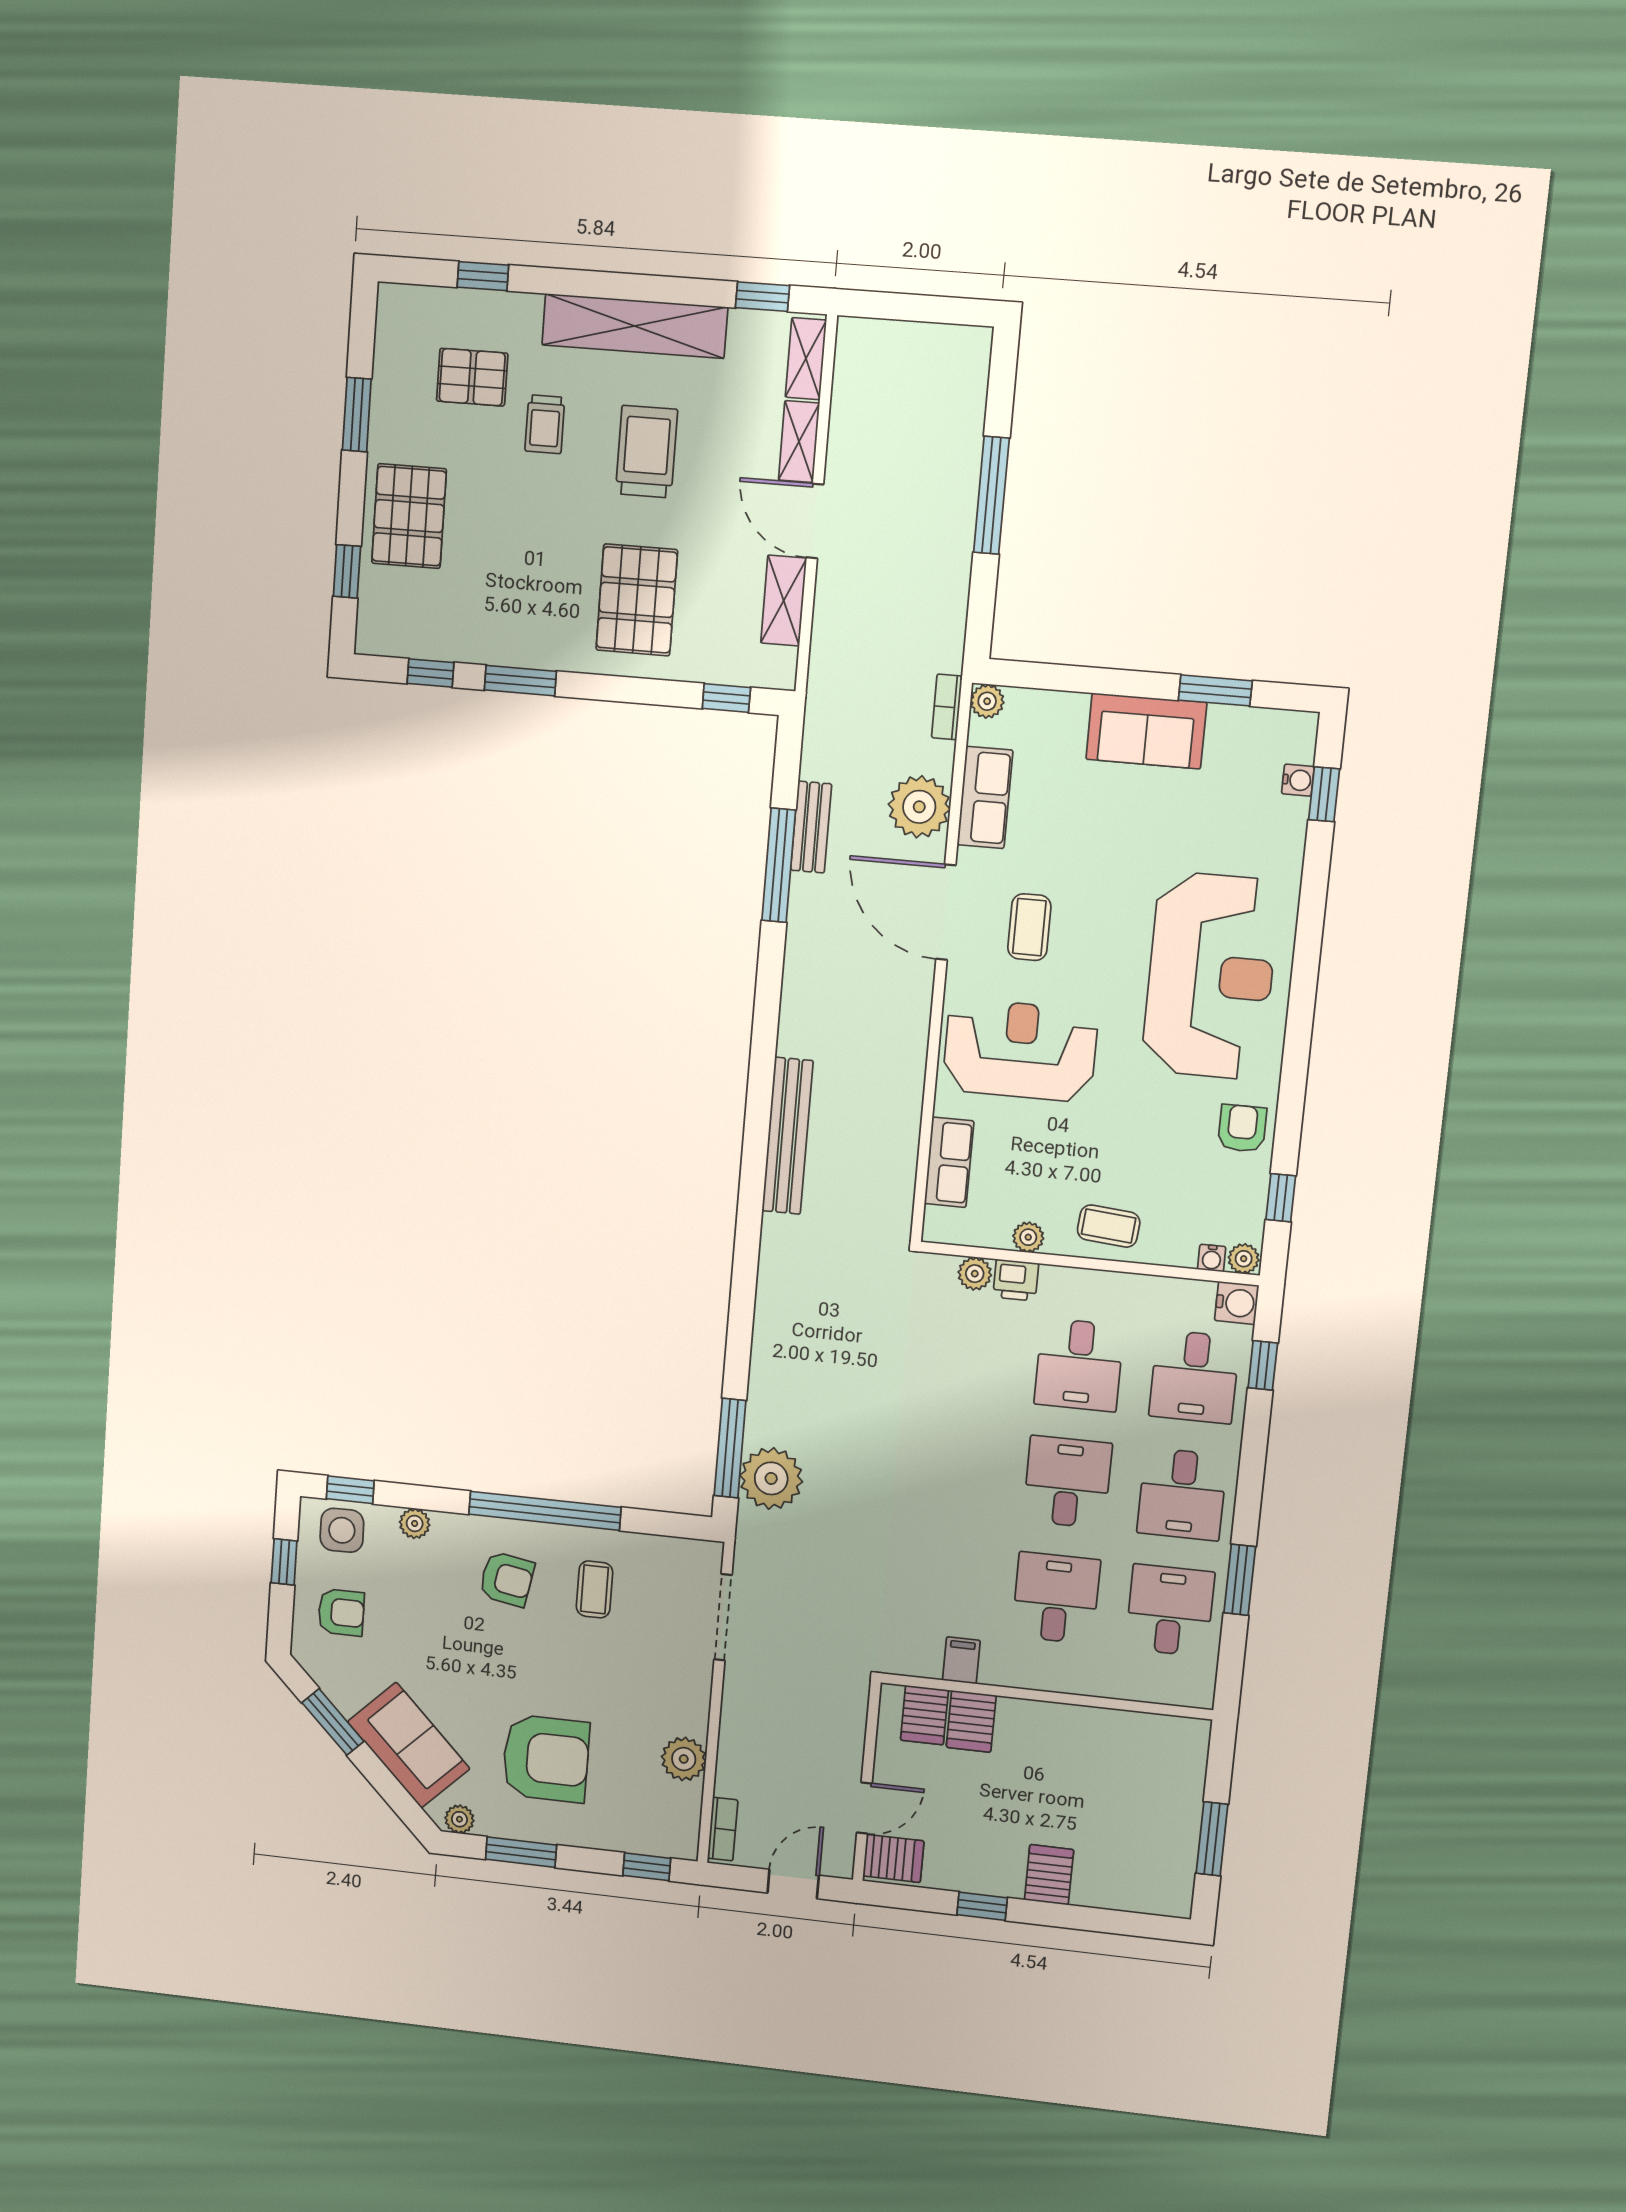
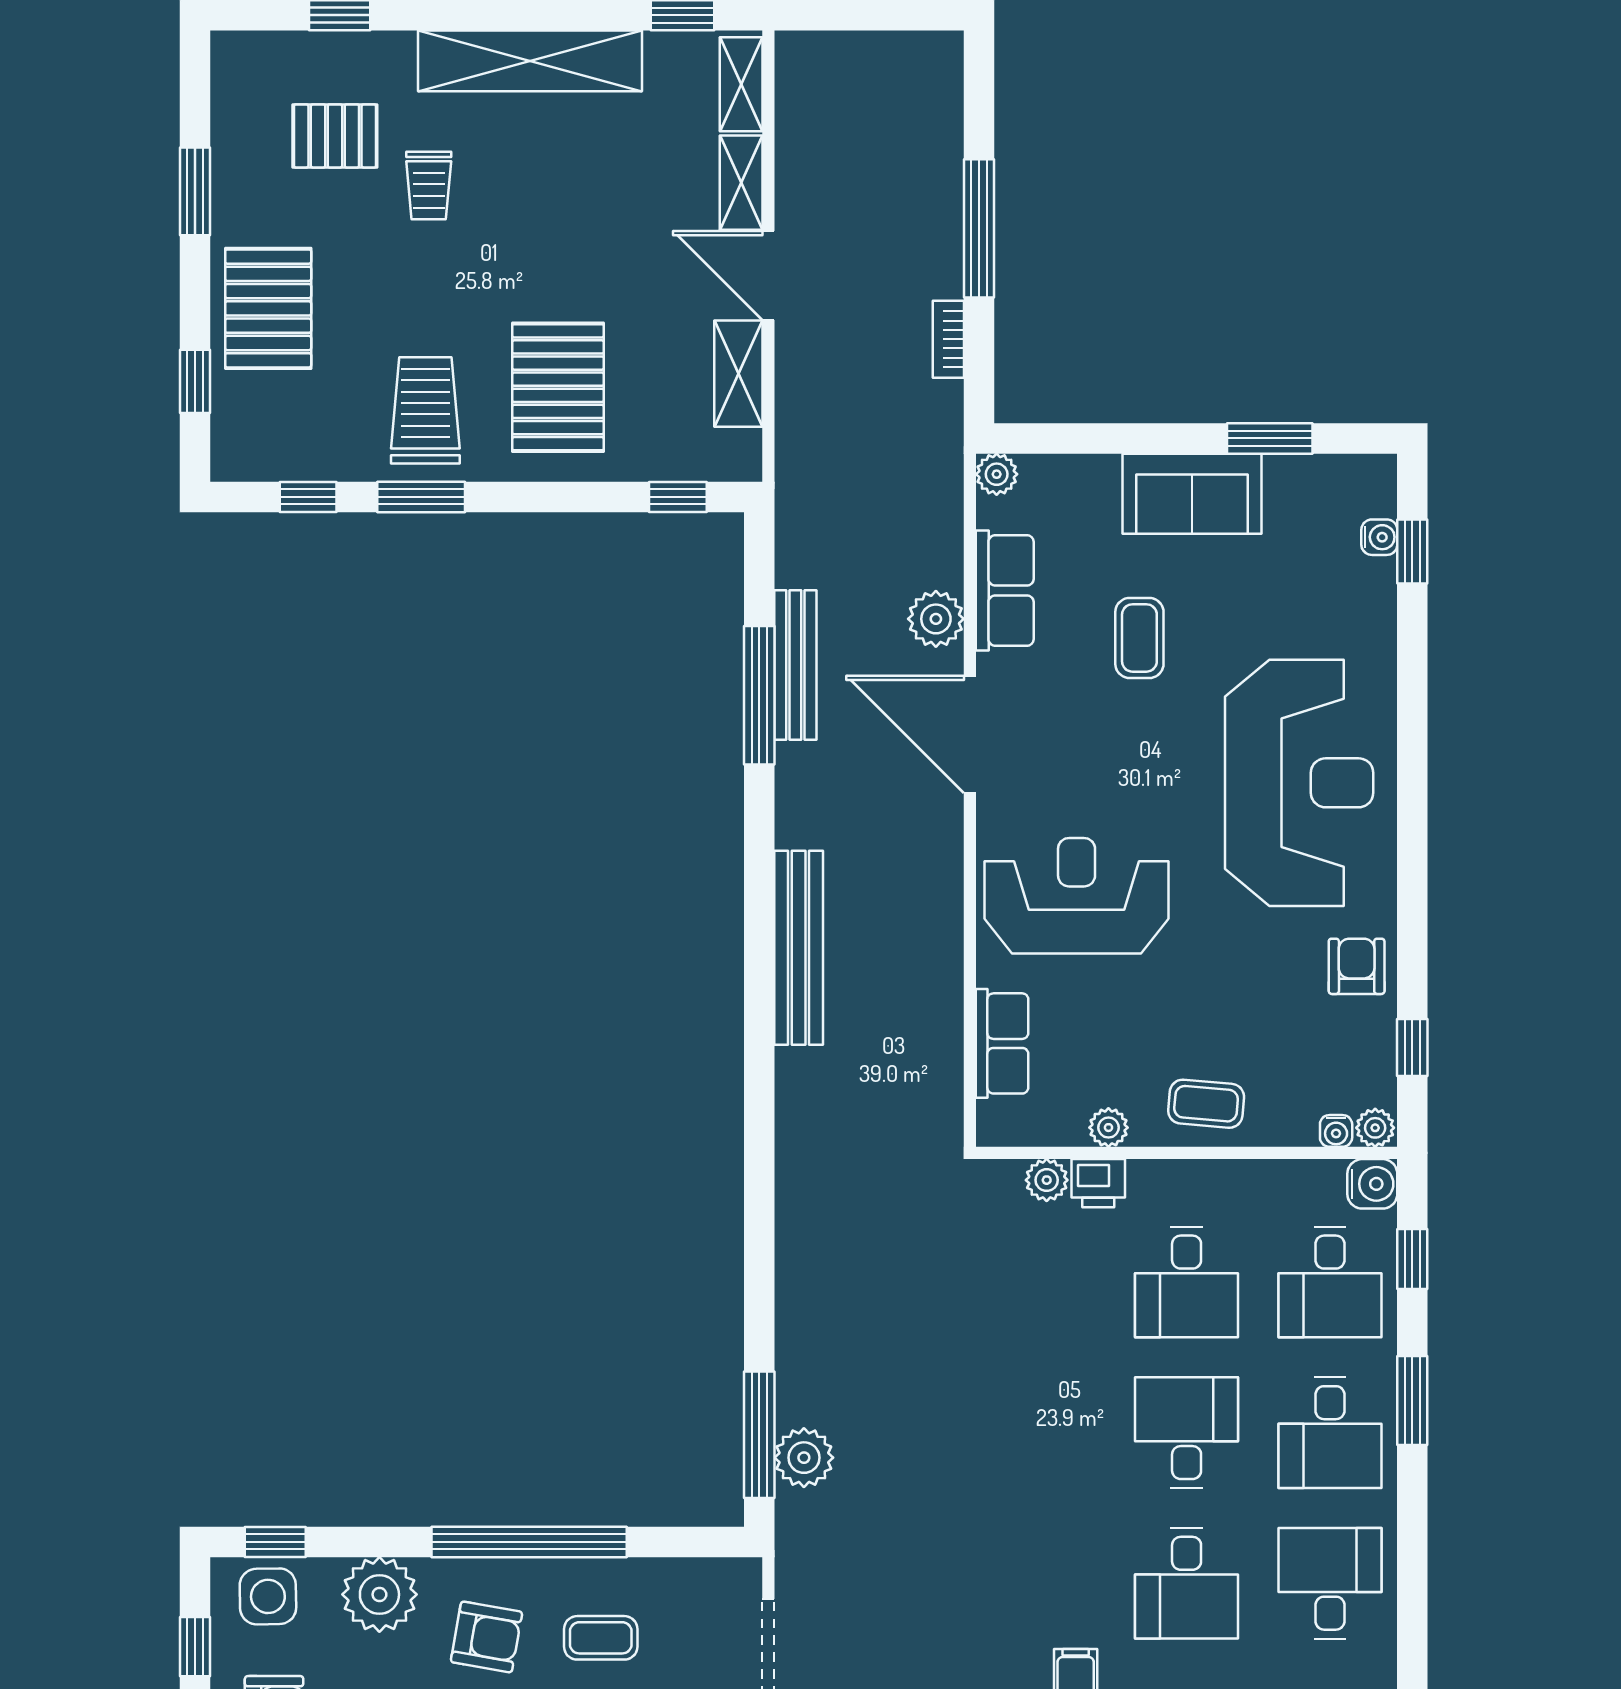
trolley: (647, 452) -> (425, 410), moved
bookcase: (947, 707) -> (948, 339), moved
plant: (919, 807) -> (936, 619), width x0.73, depth x0.73
bench: (811, 827) -> (795, 665), width x1.36
coffee table: (1029, 927) -> (1139, 638), moved
bench: (788, 1136) -> (799, 948), moved
plant: (771, 1478) -> (804, 1458), width x0.73, depth x0.73
plant: (415, 1523) -> (379, 1594), width x1.88, depth x1.88
window: (1240, 1580) -> (1412, 1401), moved
coffee table: (594, 1589) -> (601, 1638), turned 90
desk: (1056, 1598) -> (1187, 1583), turned 180

